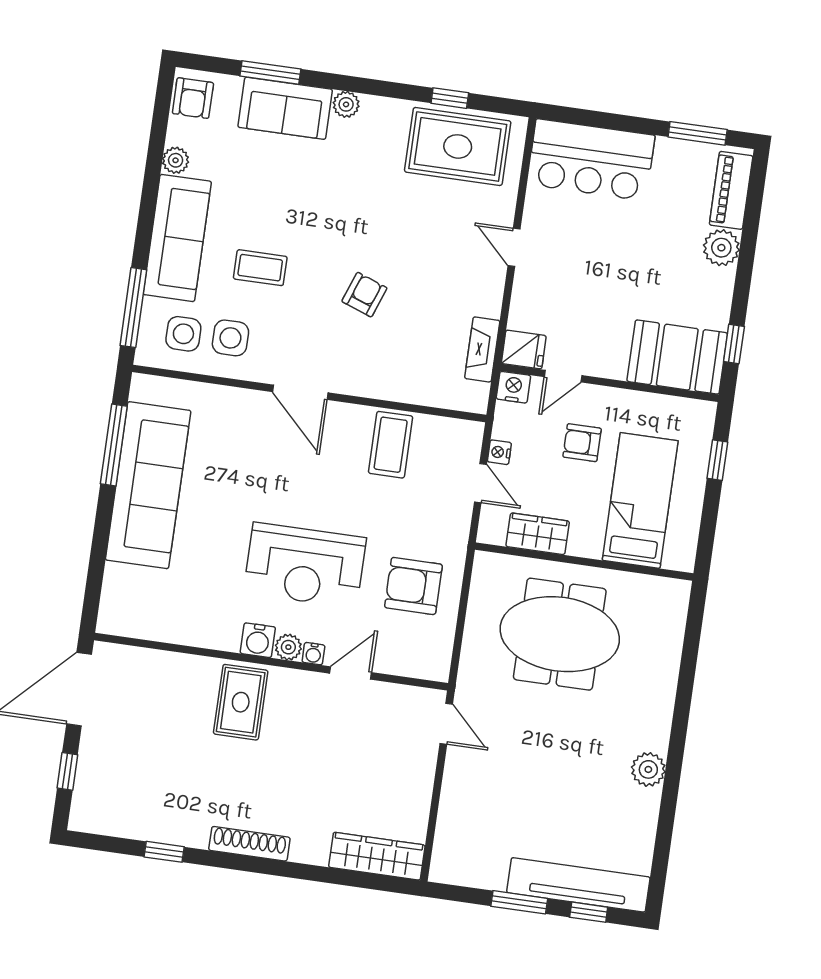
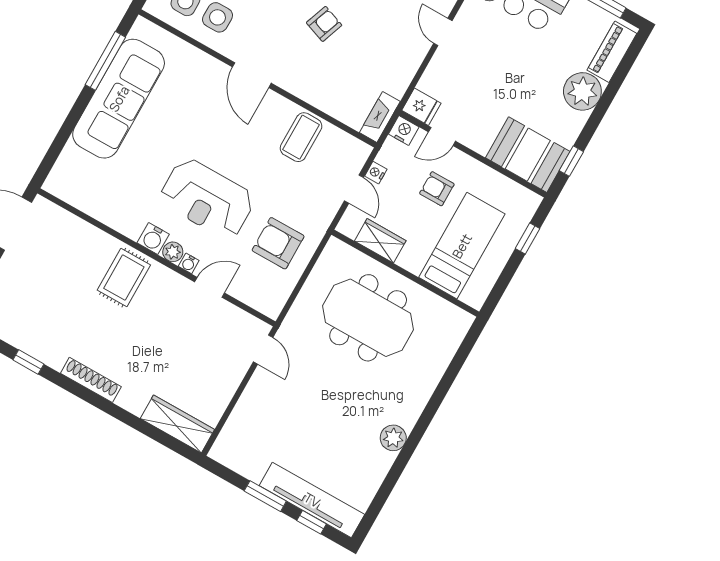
plant: (721, 248) -> (582, 91), width x1.36, depth x1.36
fireplace: (482, 349) -> (380, 117), moved

